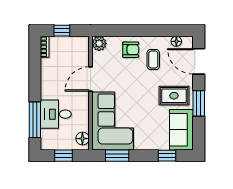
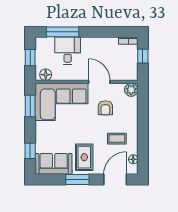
armchair: (131, 50) -> (105, 108), moved

